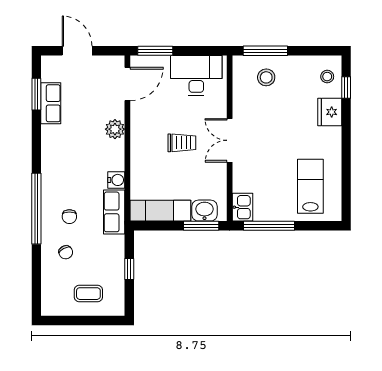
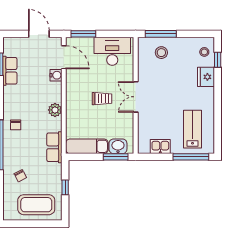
door: (77, 51) -> (39, 34), moved
door: (127, 84) -> (64, 57), hinge flipped
plant: (115, 129) -> (55, 110), moved
water cooler: (116, 180) -> (56, 75), moved
kitchen sink: (242, 207) -> (160, 147), moved, turned -90
chair: (69, 217) -> (16, 125), moved
window: (269, 226) -> (191, 157), moved
coffee table: (88, 294) -> (36, 205), width x1.86, depth x1.72

